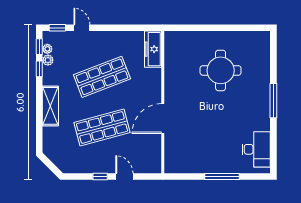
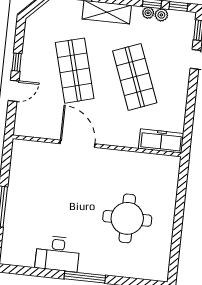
plant: (47, 49) -> (148, 13), moved
desk: (256, 149) -> (58, 254), moved

